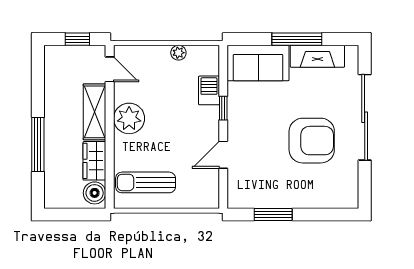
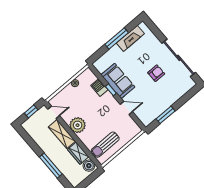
sofa: (258, 63) -> (118, 81), moved, turned -90
sliding door: (365, 117) -> (179, 58), moved
armchair: (312, 141) -> (156, 73), width x0.53, depth x0.53
door: (223, 155) -> (126, 108), swing flipped

